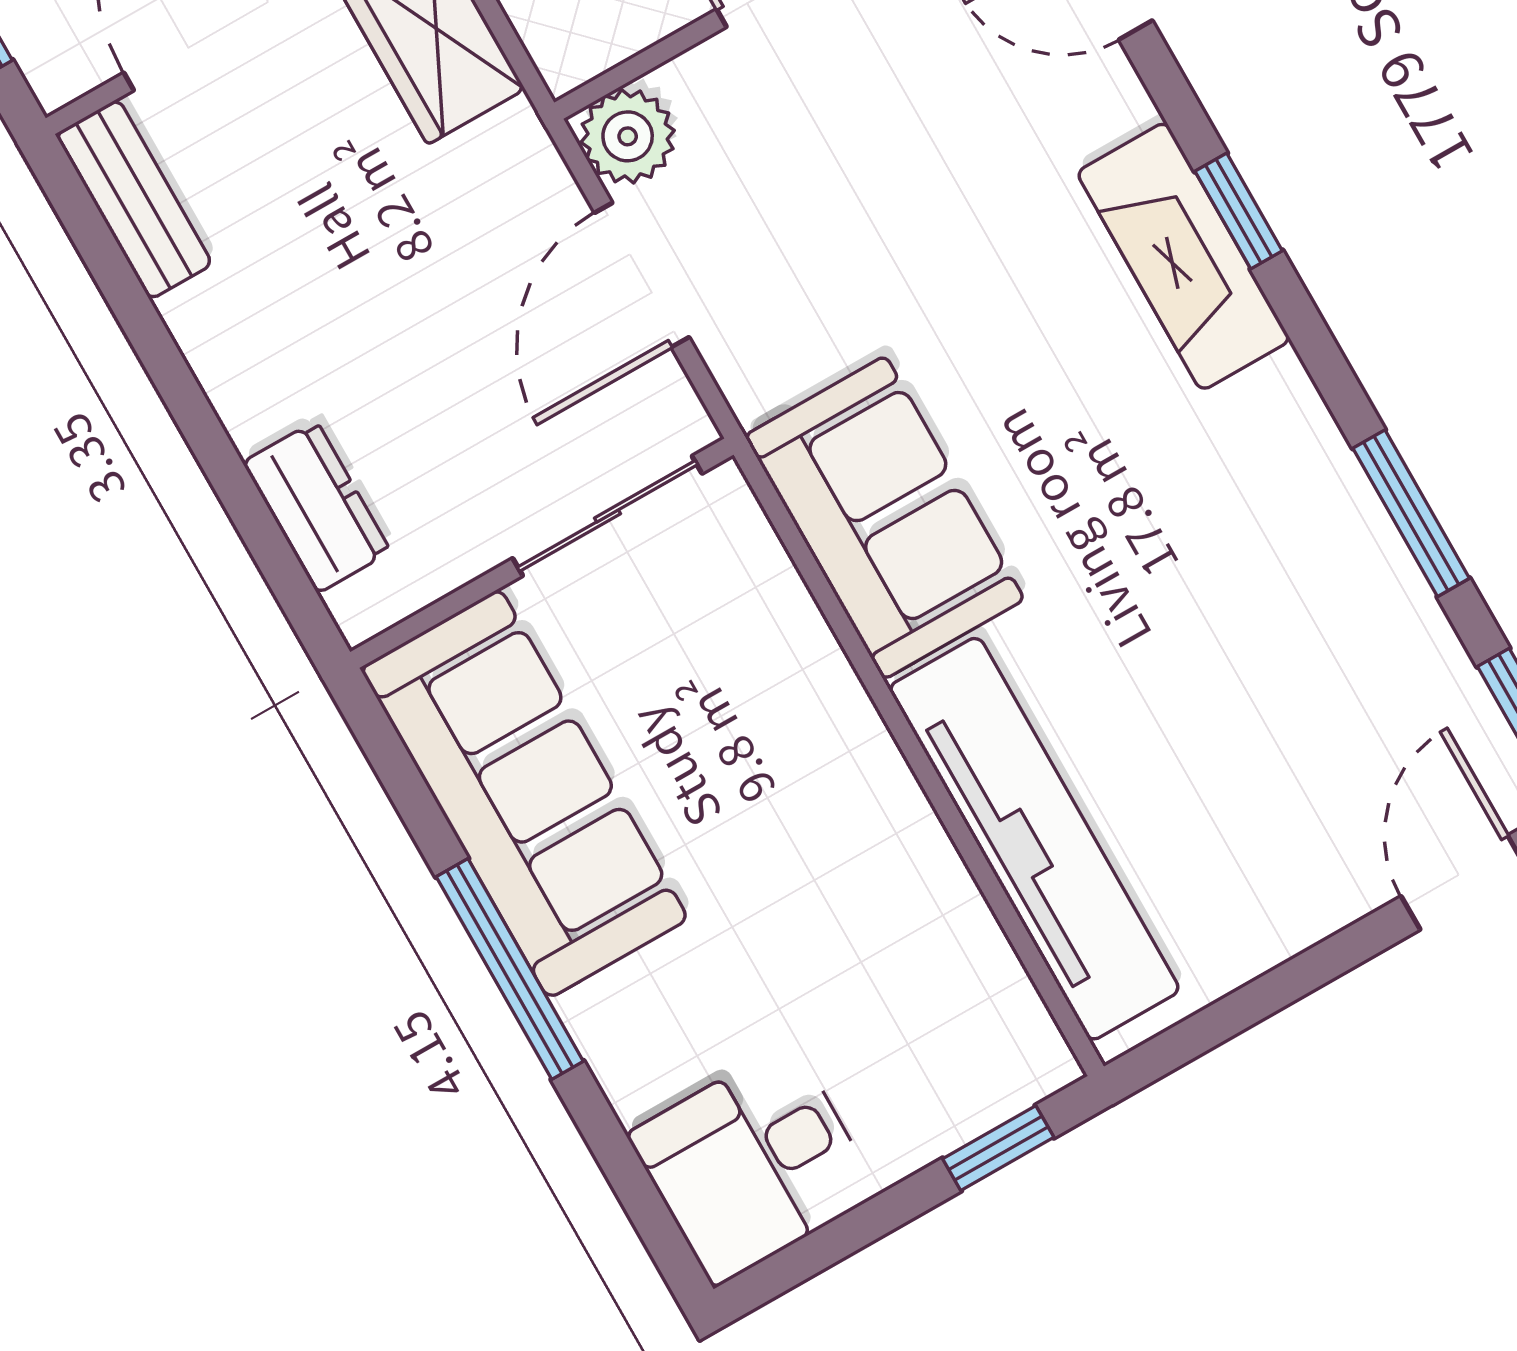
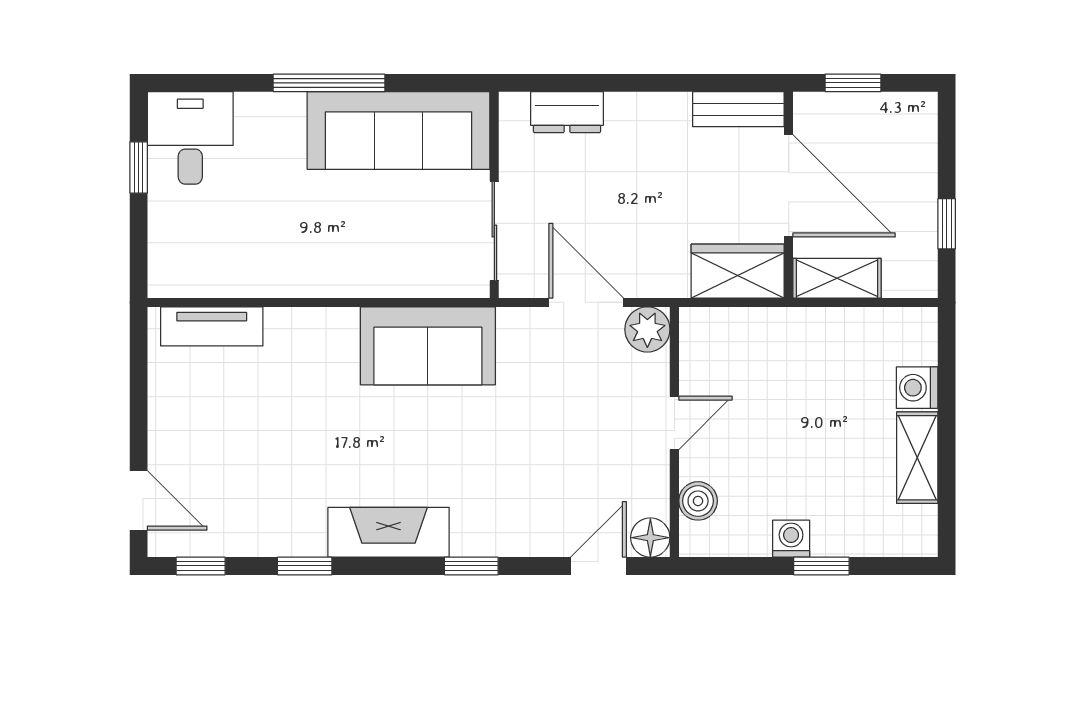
fireplace: (1183, 256) -> (389, 532), moved
window: (1411, 513) -> (305, 566), width x0.67
tv unit: (1034, 839) -> (212, 326), width x0.52, depth x0.78
window: (998, 1148) -> (139, 167), moved

